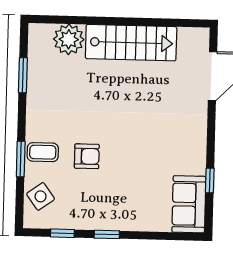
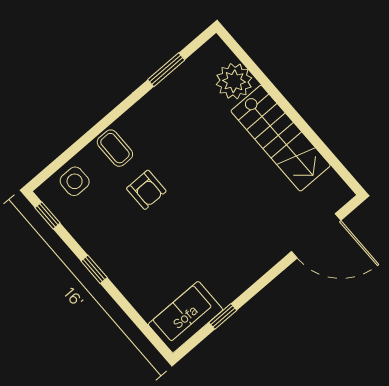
window: (21, 159) -> (91, 134), removed
side table: (41, 196) -> (75, 181), turned 36
window: (62, 233) -> (48, 215), moved

